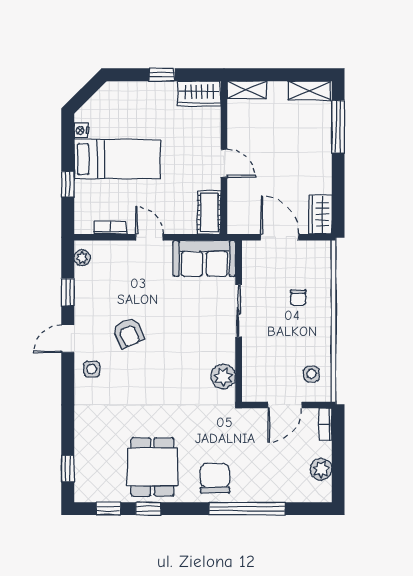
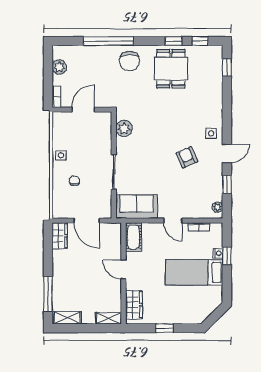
wardrobe: (199, 94) -> (134, 305), moved, turned 90
nightstand: (81, 130) -> (218, 253), moved
side table: (311, 374) -> (61, 155), moved

